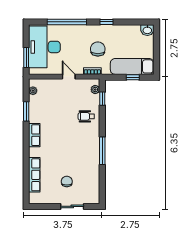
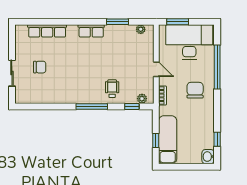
window: (107, 22) -> (217, 139), moved
chair: (98, 49) -> (195, 90), moved, turned -90
door: (69, 77) -> (156, 69), hinge flipped
window: (102, 151) -> (92, 106), moved

